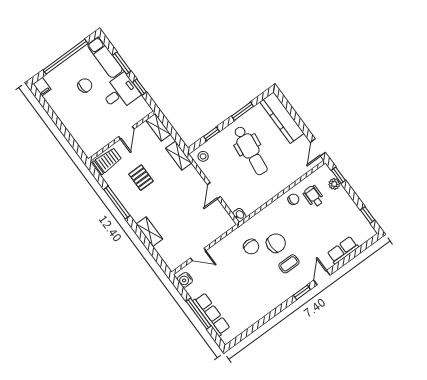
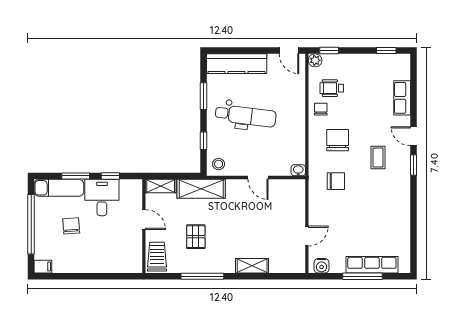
shelving: (179, 156) -> (201, 189), width x1.50, depth x1.33
pallet: (141, 178) -> (196, 237), turned 90
plant: (334, 184) -> (315, 60), moved
chair: (276, 243) -> (338, 140), moved

